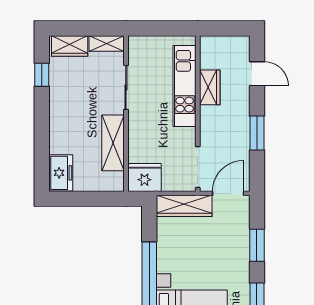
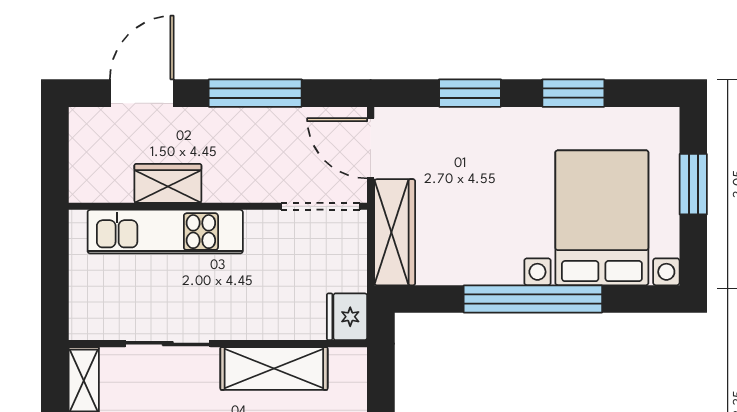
door: (257, 74) -> (142, 93), width x1.38
window: (257, 133) -> (255, 93), width x1.44
fridge: (144, 177) -> (347, 317), width x0.73, depth x0.75

